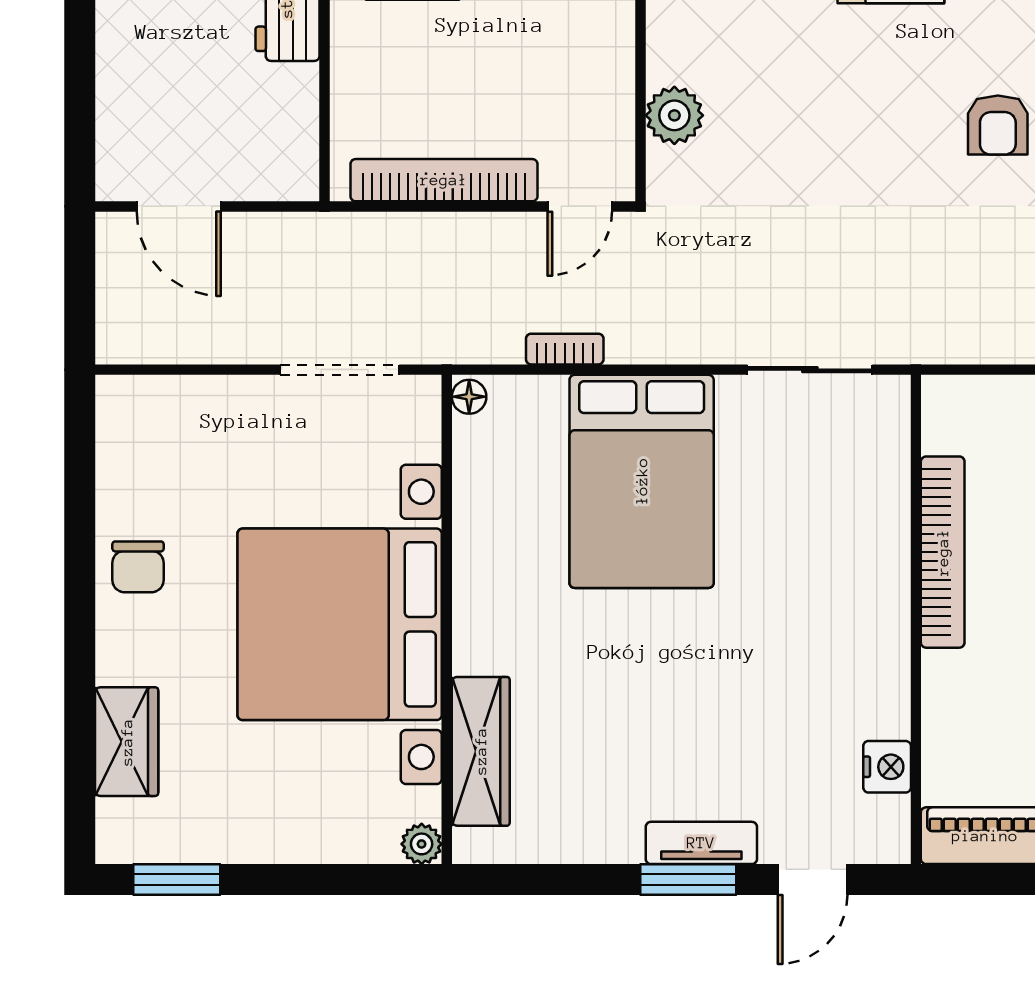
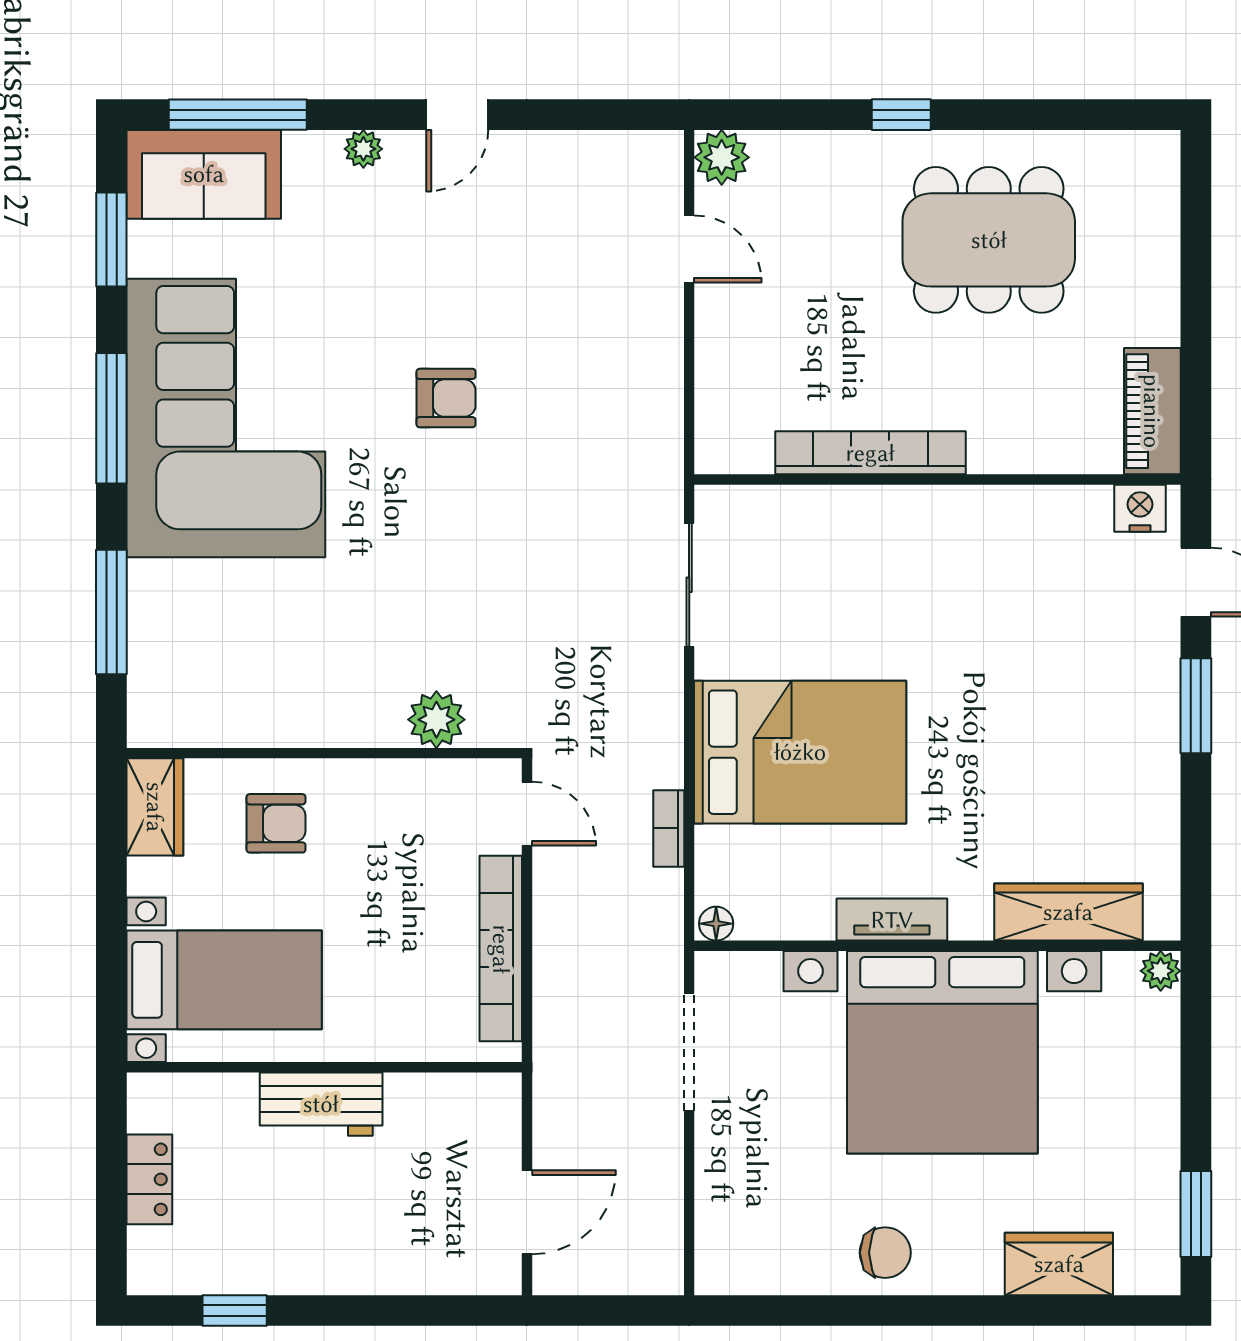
nightstand: (887, 767) -> (1140, 508), moved
tv unit: (701, 843) -> (892, 920), moved, turned 90

